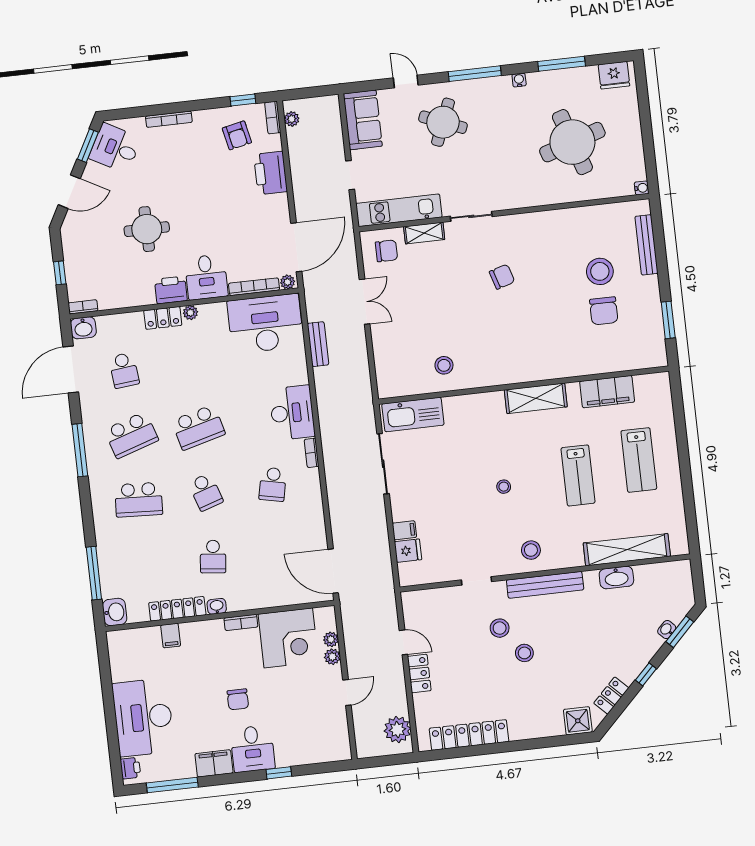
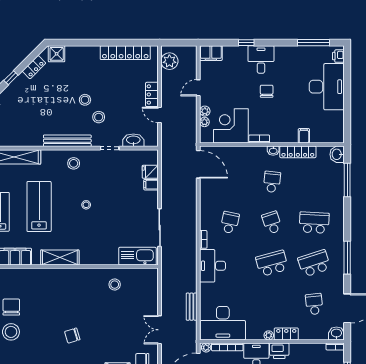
lab bench: (578, 475) -> (39, 206), width x1.36, depth x1.39
washbasin: (616, 578) -> (133, 140), moved
filing cabinet: (214, 763) -> (211, 53), moved

